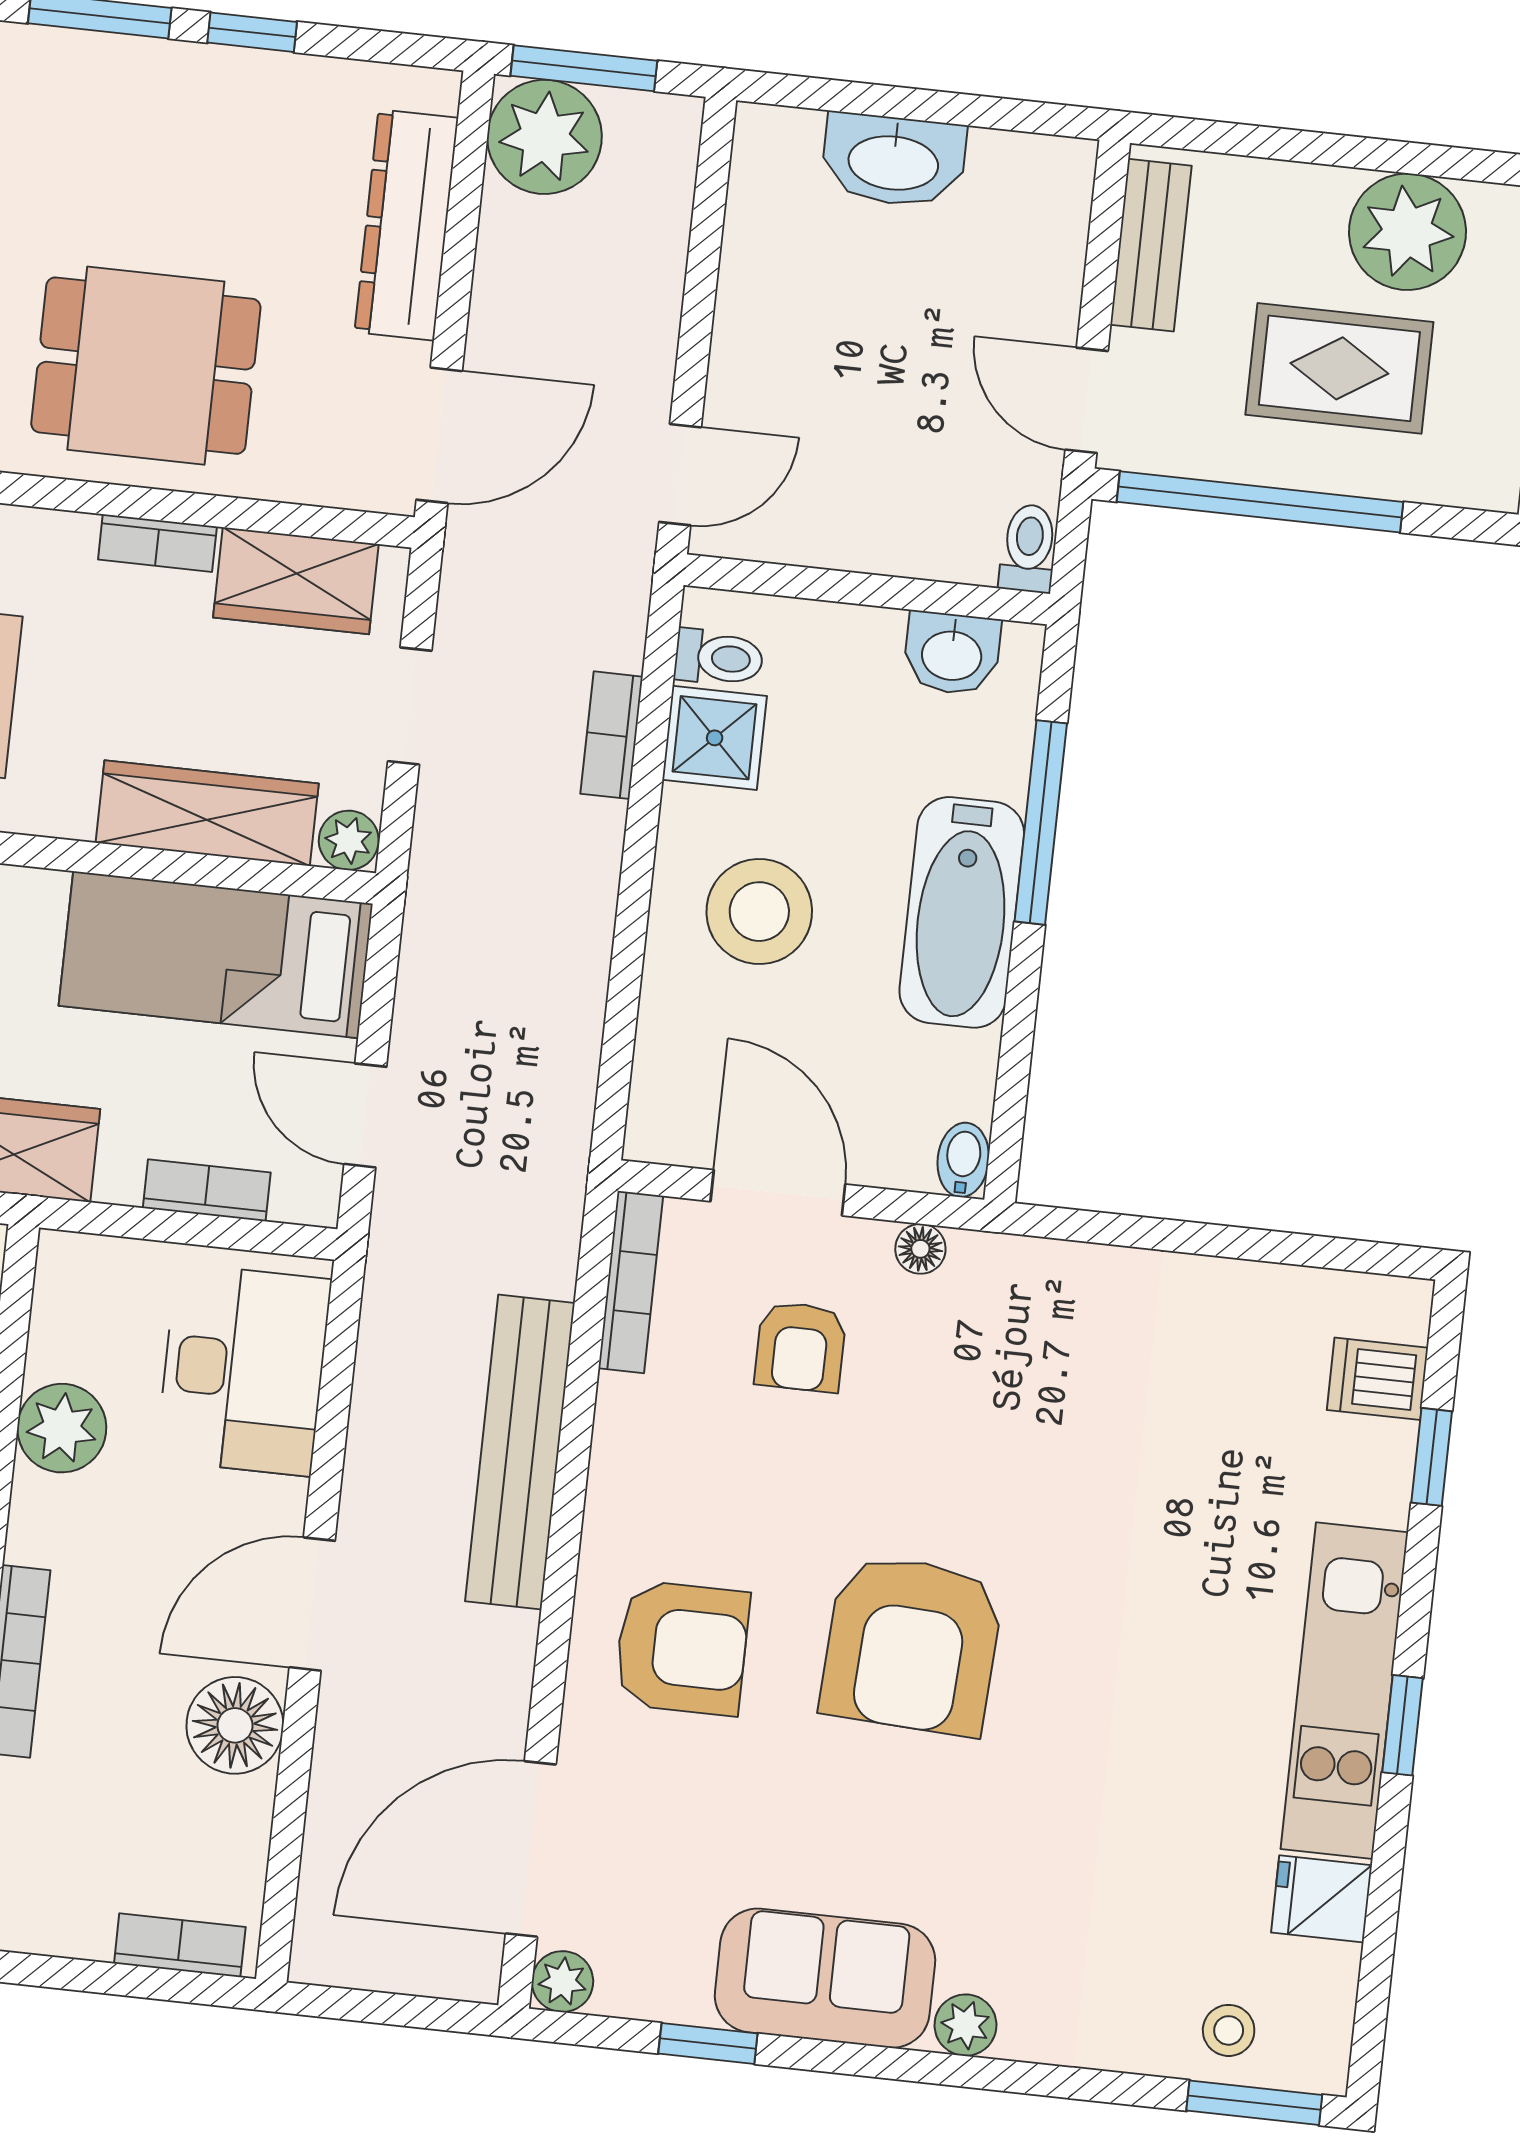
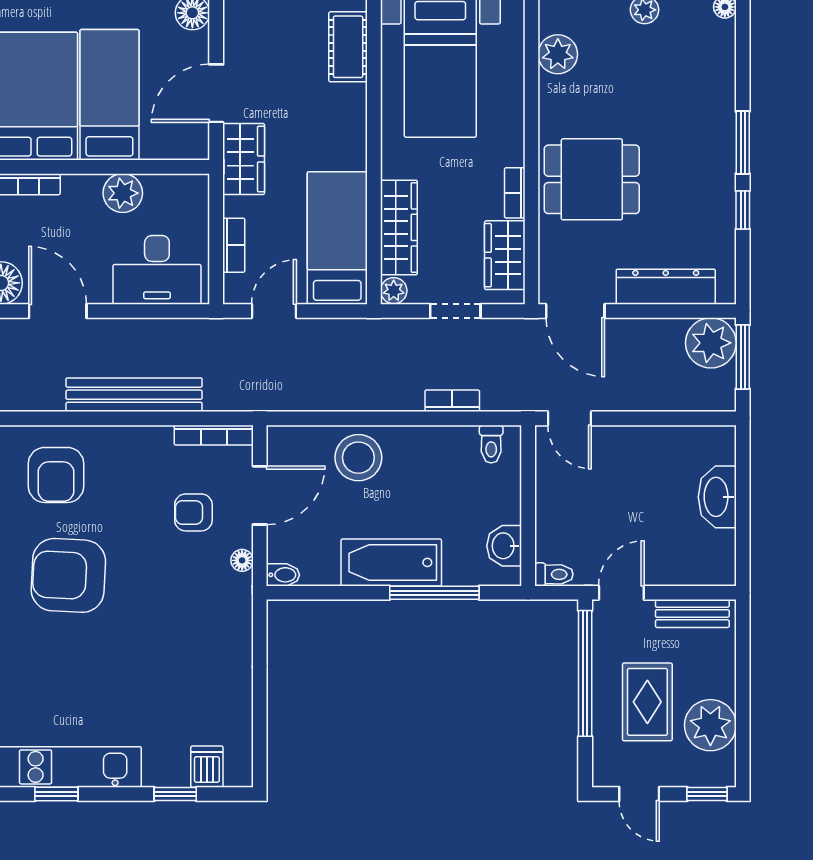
dining table: (146, 366) -> (592, 179), turned 90
shower: (715, 738) -> (456, 446), removed
stool: (759, 912) -> (358, 458), moved

